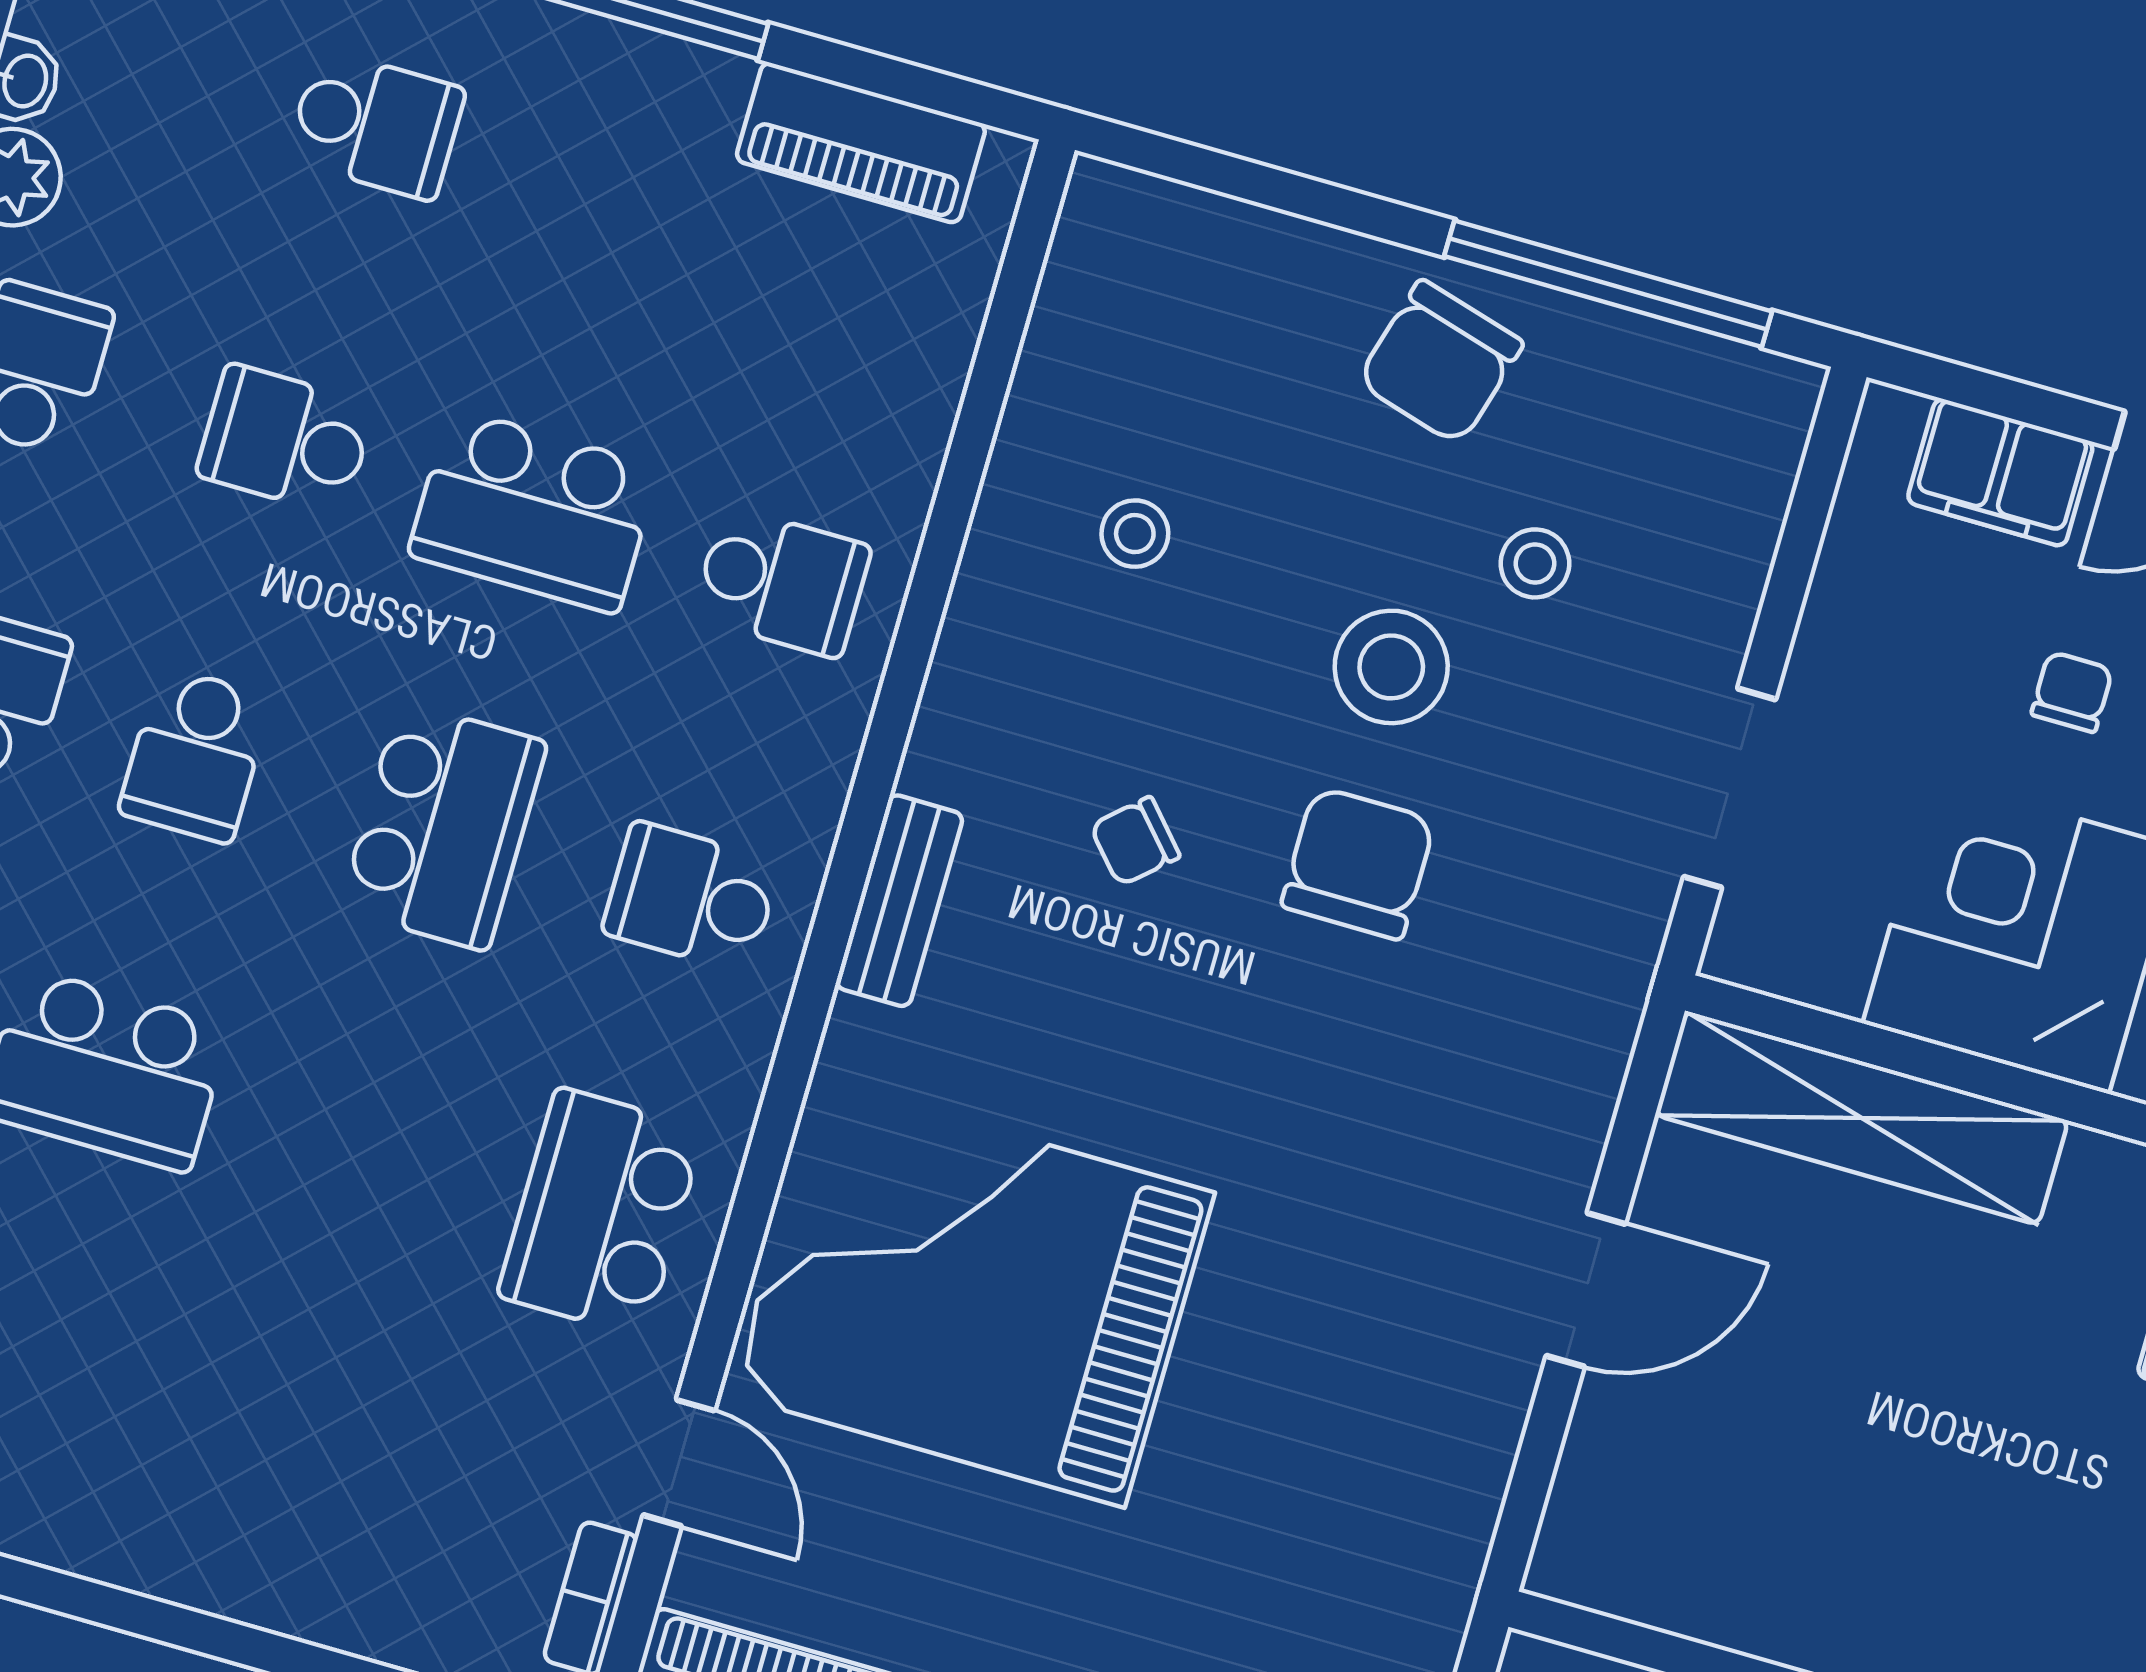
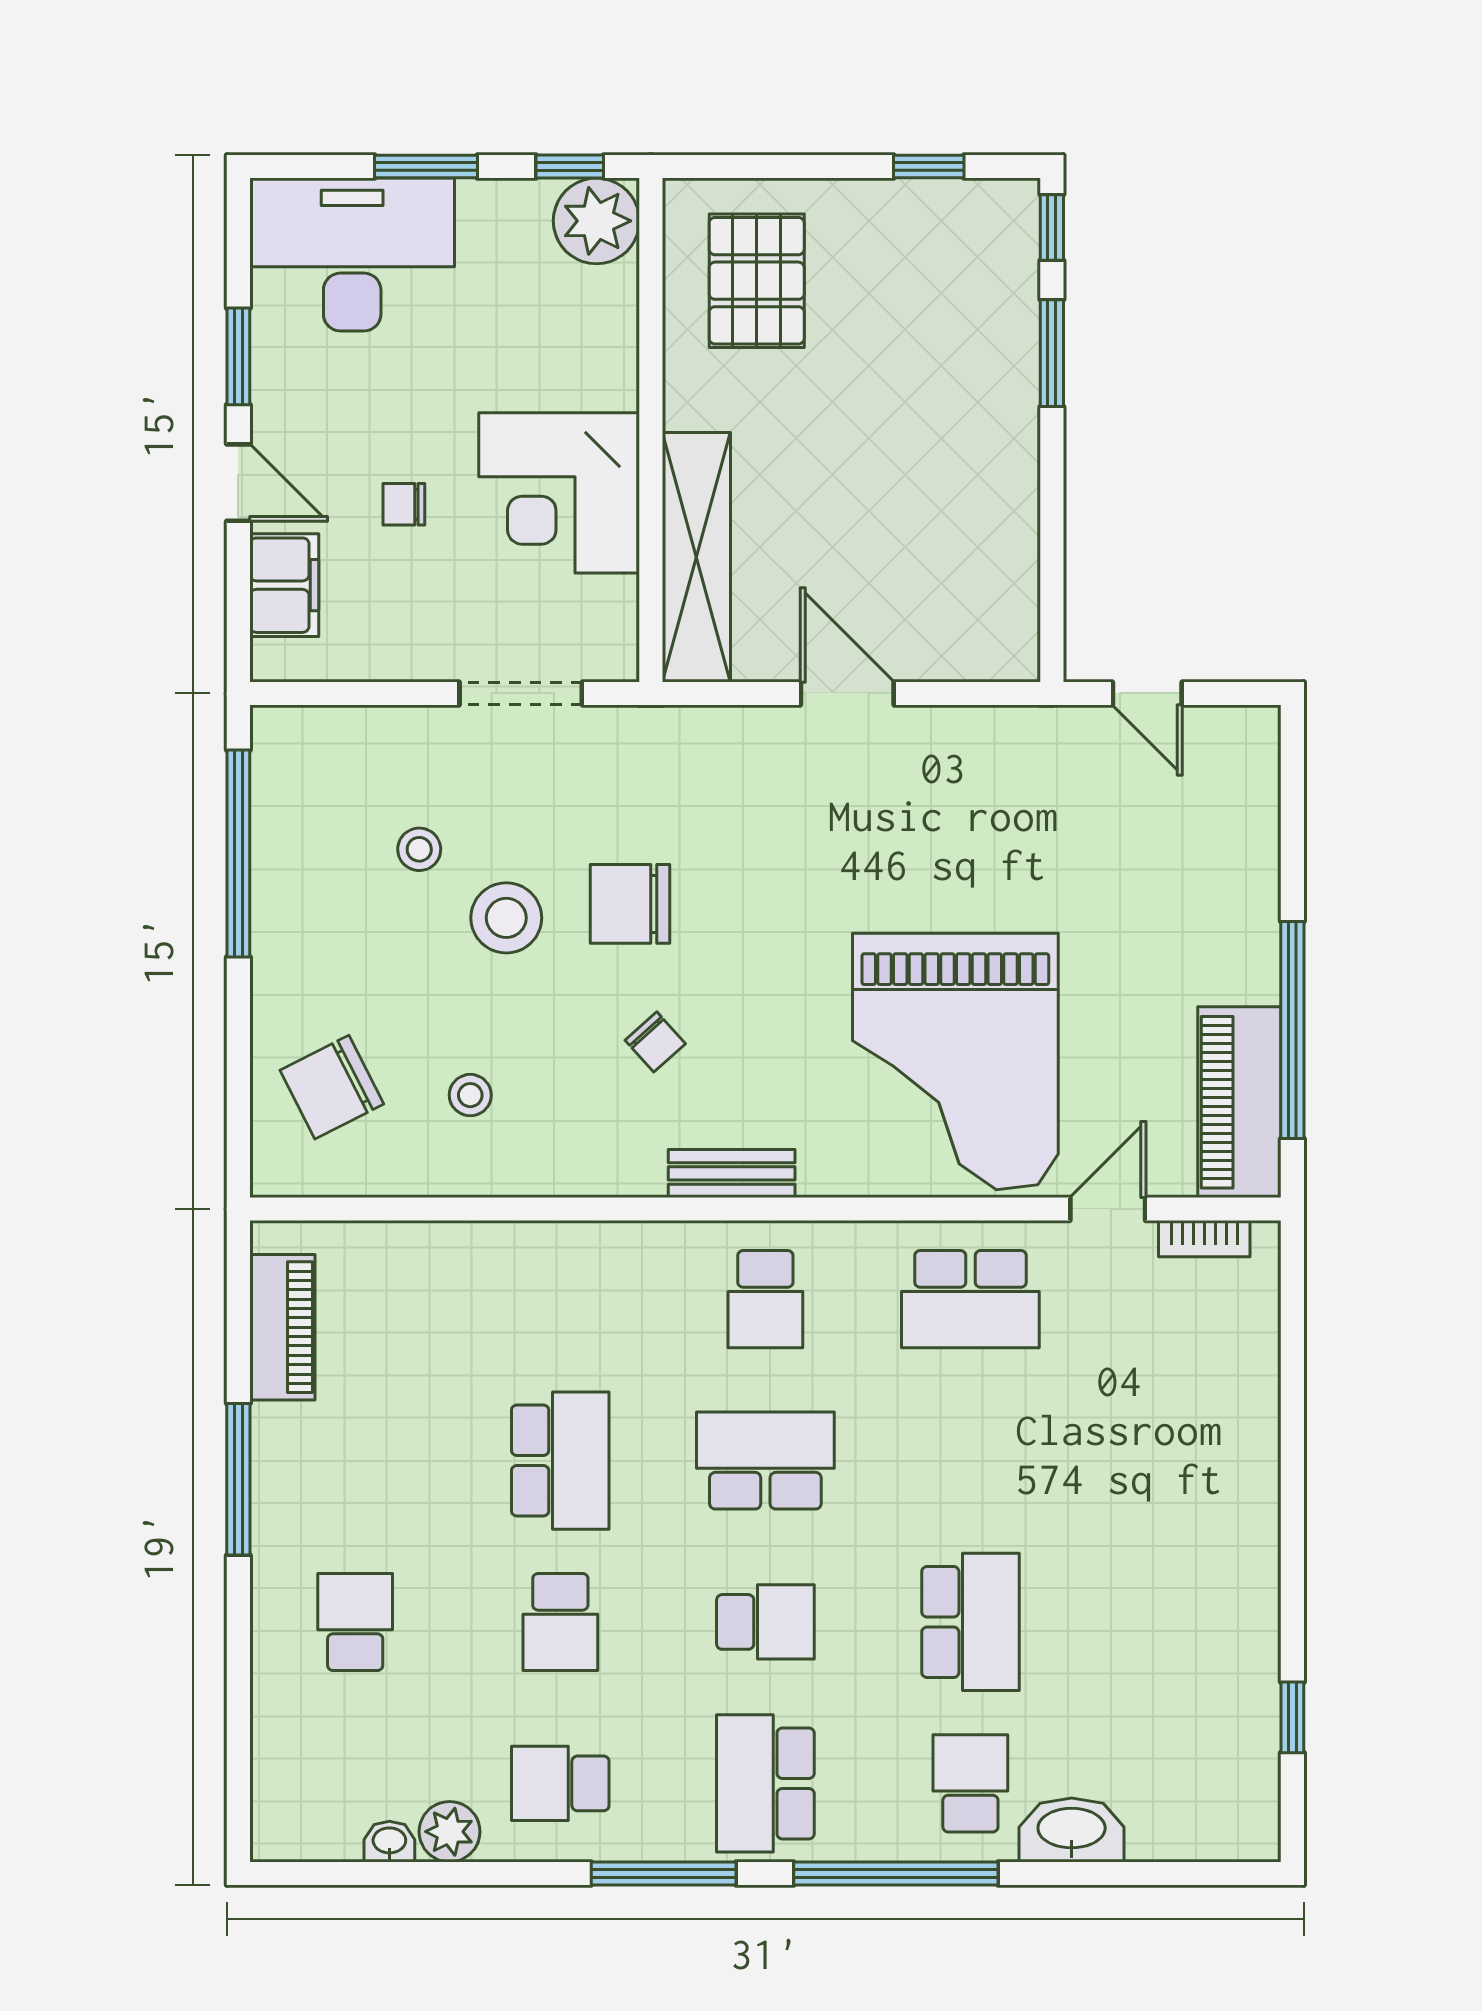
chair: (1440, 362) -> (332, 1087), moved, turned 137
school desk: (782, 582) -> (560, 1299), removed

